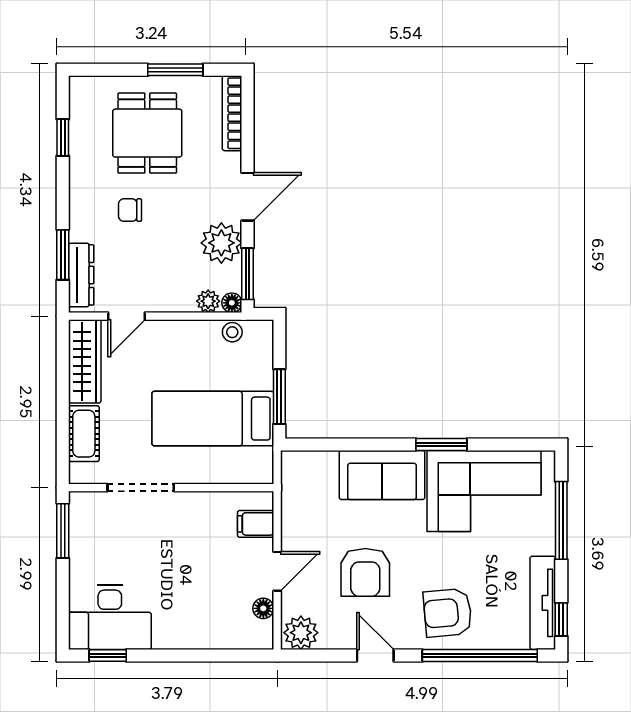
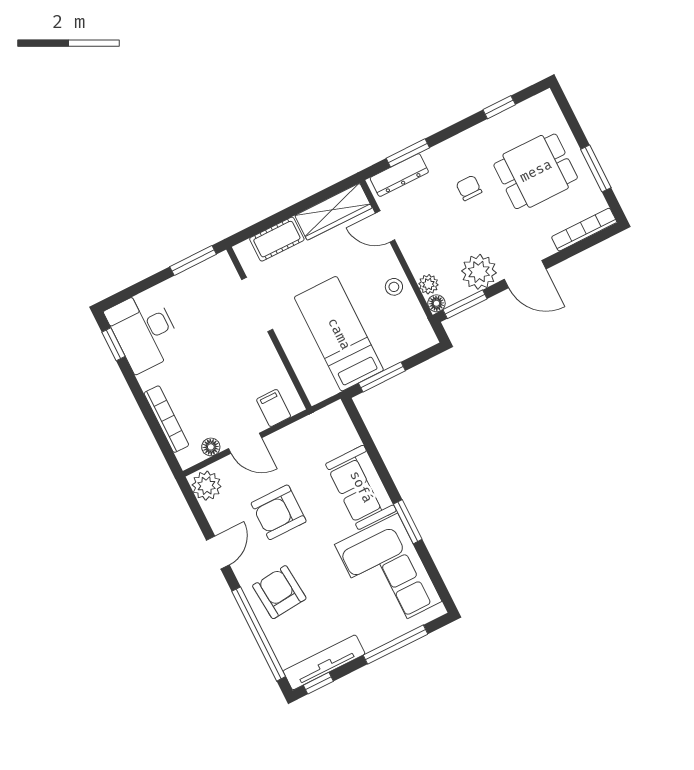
stool: (232, 332) -> (394, 287), moved
bookcase: (212, 640) -> (166, 419), added

